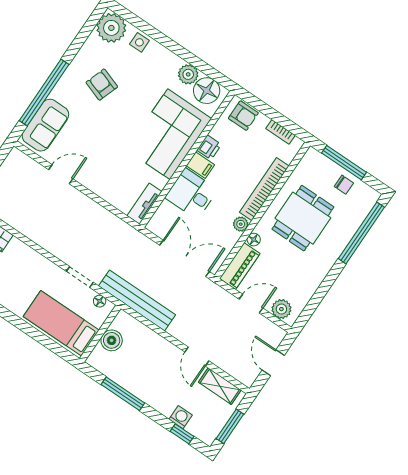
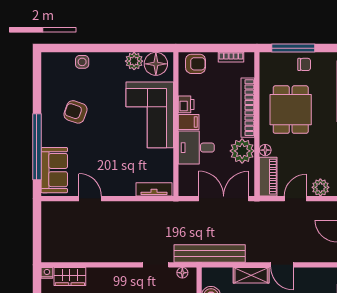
plant: (111, 28) -> (54, 65), removed
door: (61, 174) -> (90, 199), hinge flipped
tv unit: (144, 204) -> (154, 189), moved, turned 90
plant: (241, 224) -> (242, 151), width x1.88, depth x1.88
shelving: (220, 386) -> (251, 275), moved

